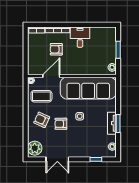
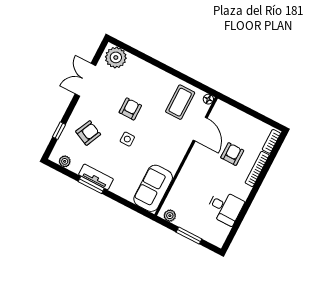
desk: (80, 37) -> (225, 207), moved
sofa: (88, 88) -> (153, 188), width x0.54, depth x0.79
armchair: (42, 120) -> (88, 133), moved

